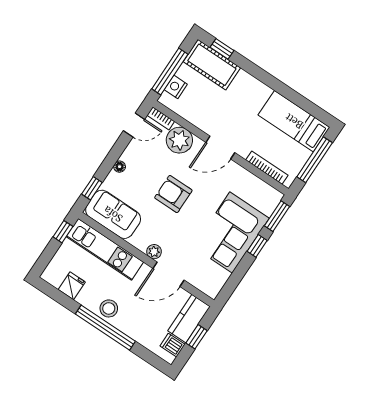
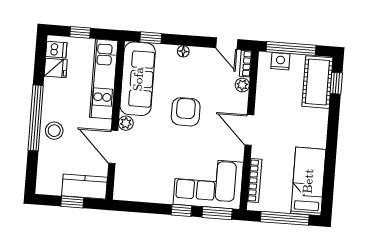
plant: (179, 140) -> (242, 85), width x0.53, depth x0.53
sofa: (113, 214) -> (138, 79), width x1.36
window: (63, 232) -> (80, 32), moved
corner sofa: (231, 233) -> (208, 183), moved
stool: (109, 308) -> (54, 131), moved
dishwasher: (173, 345) -> (56, 50), moved, turned 90

